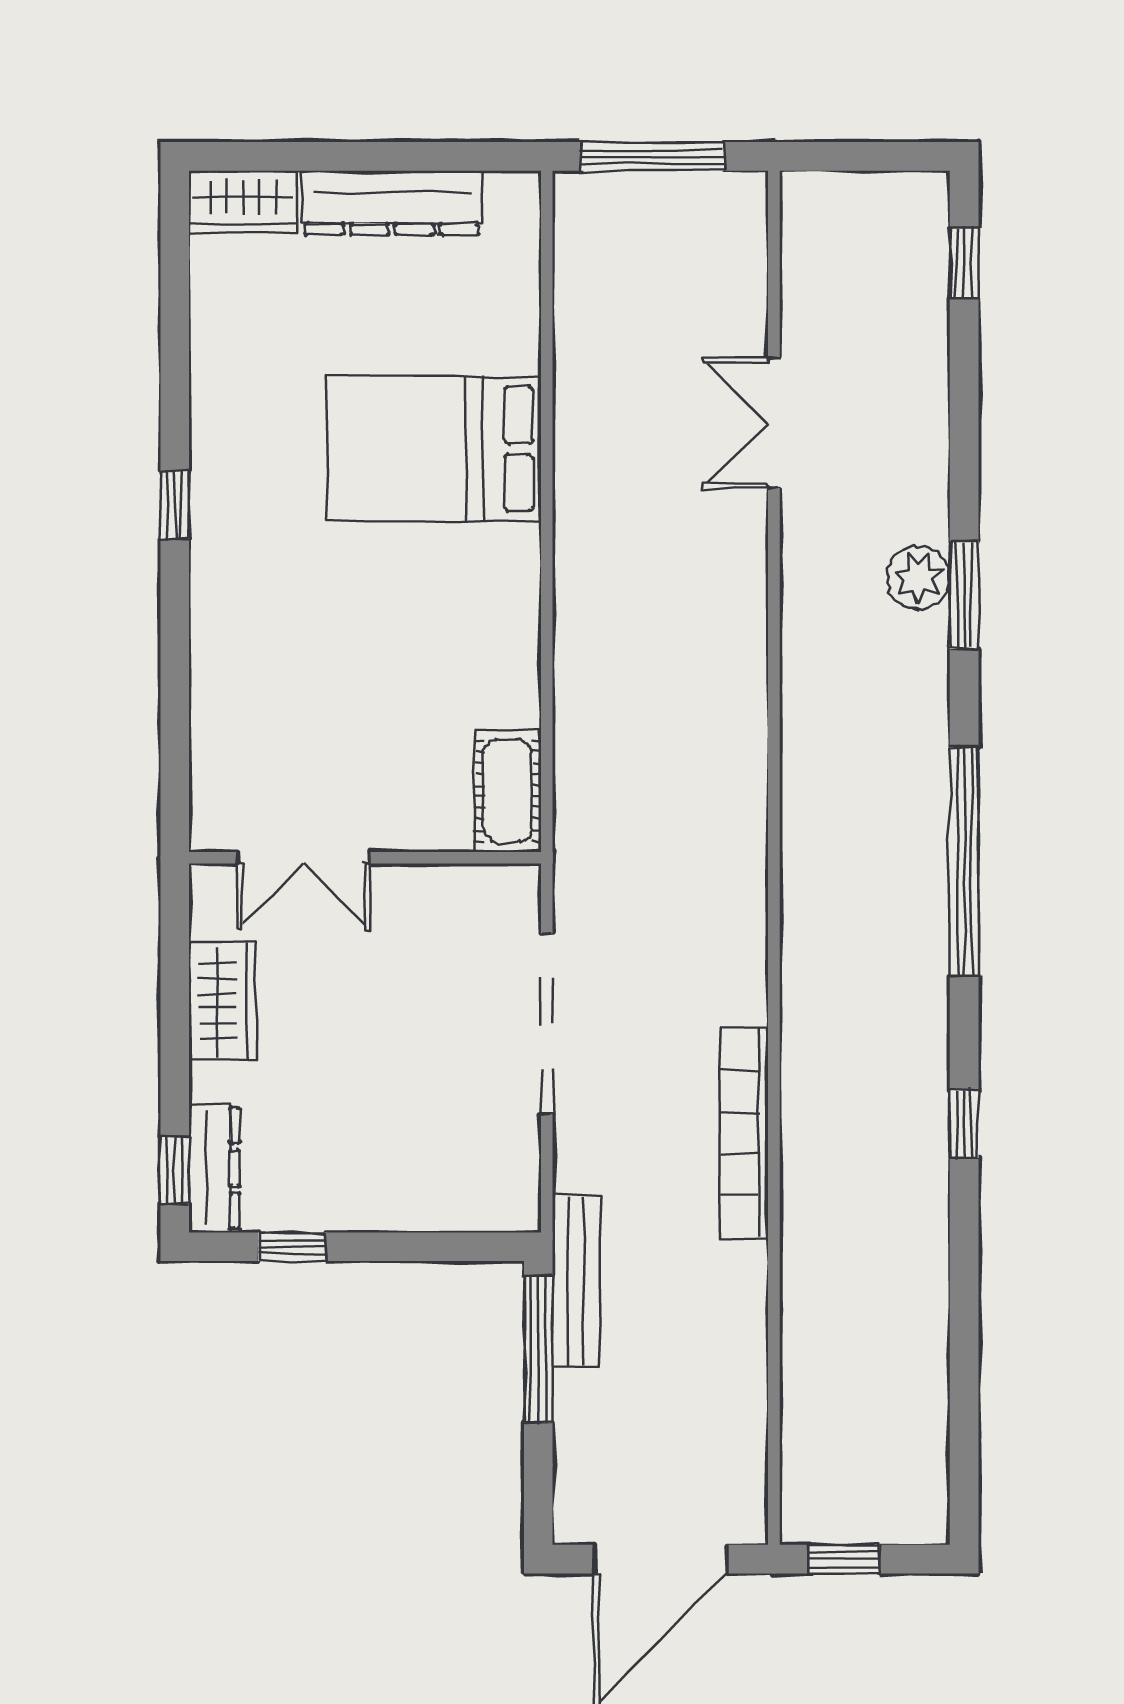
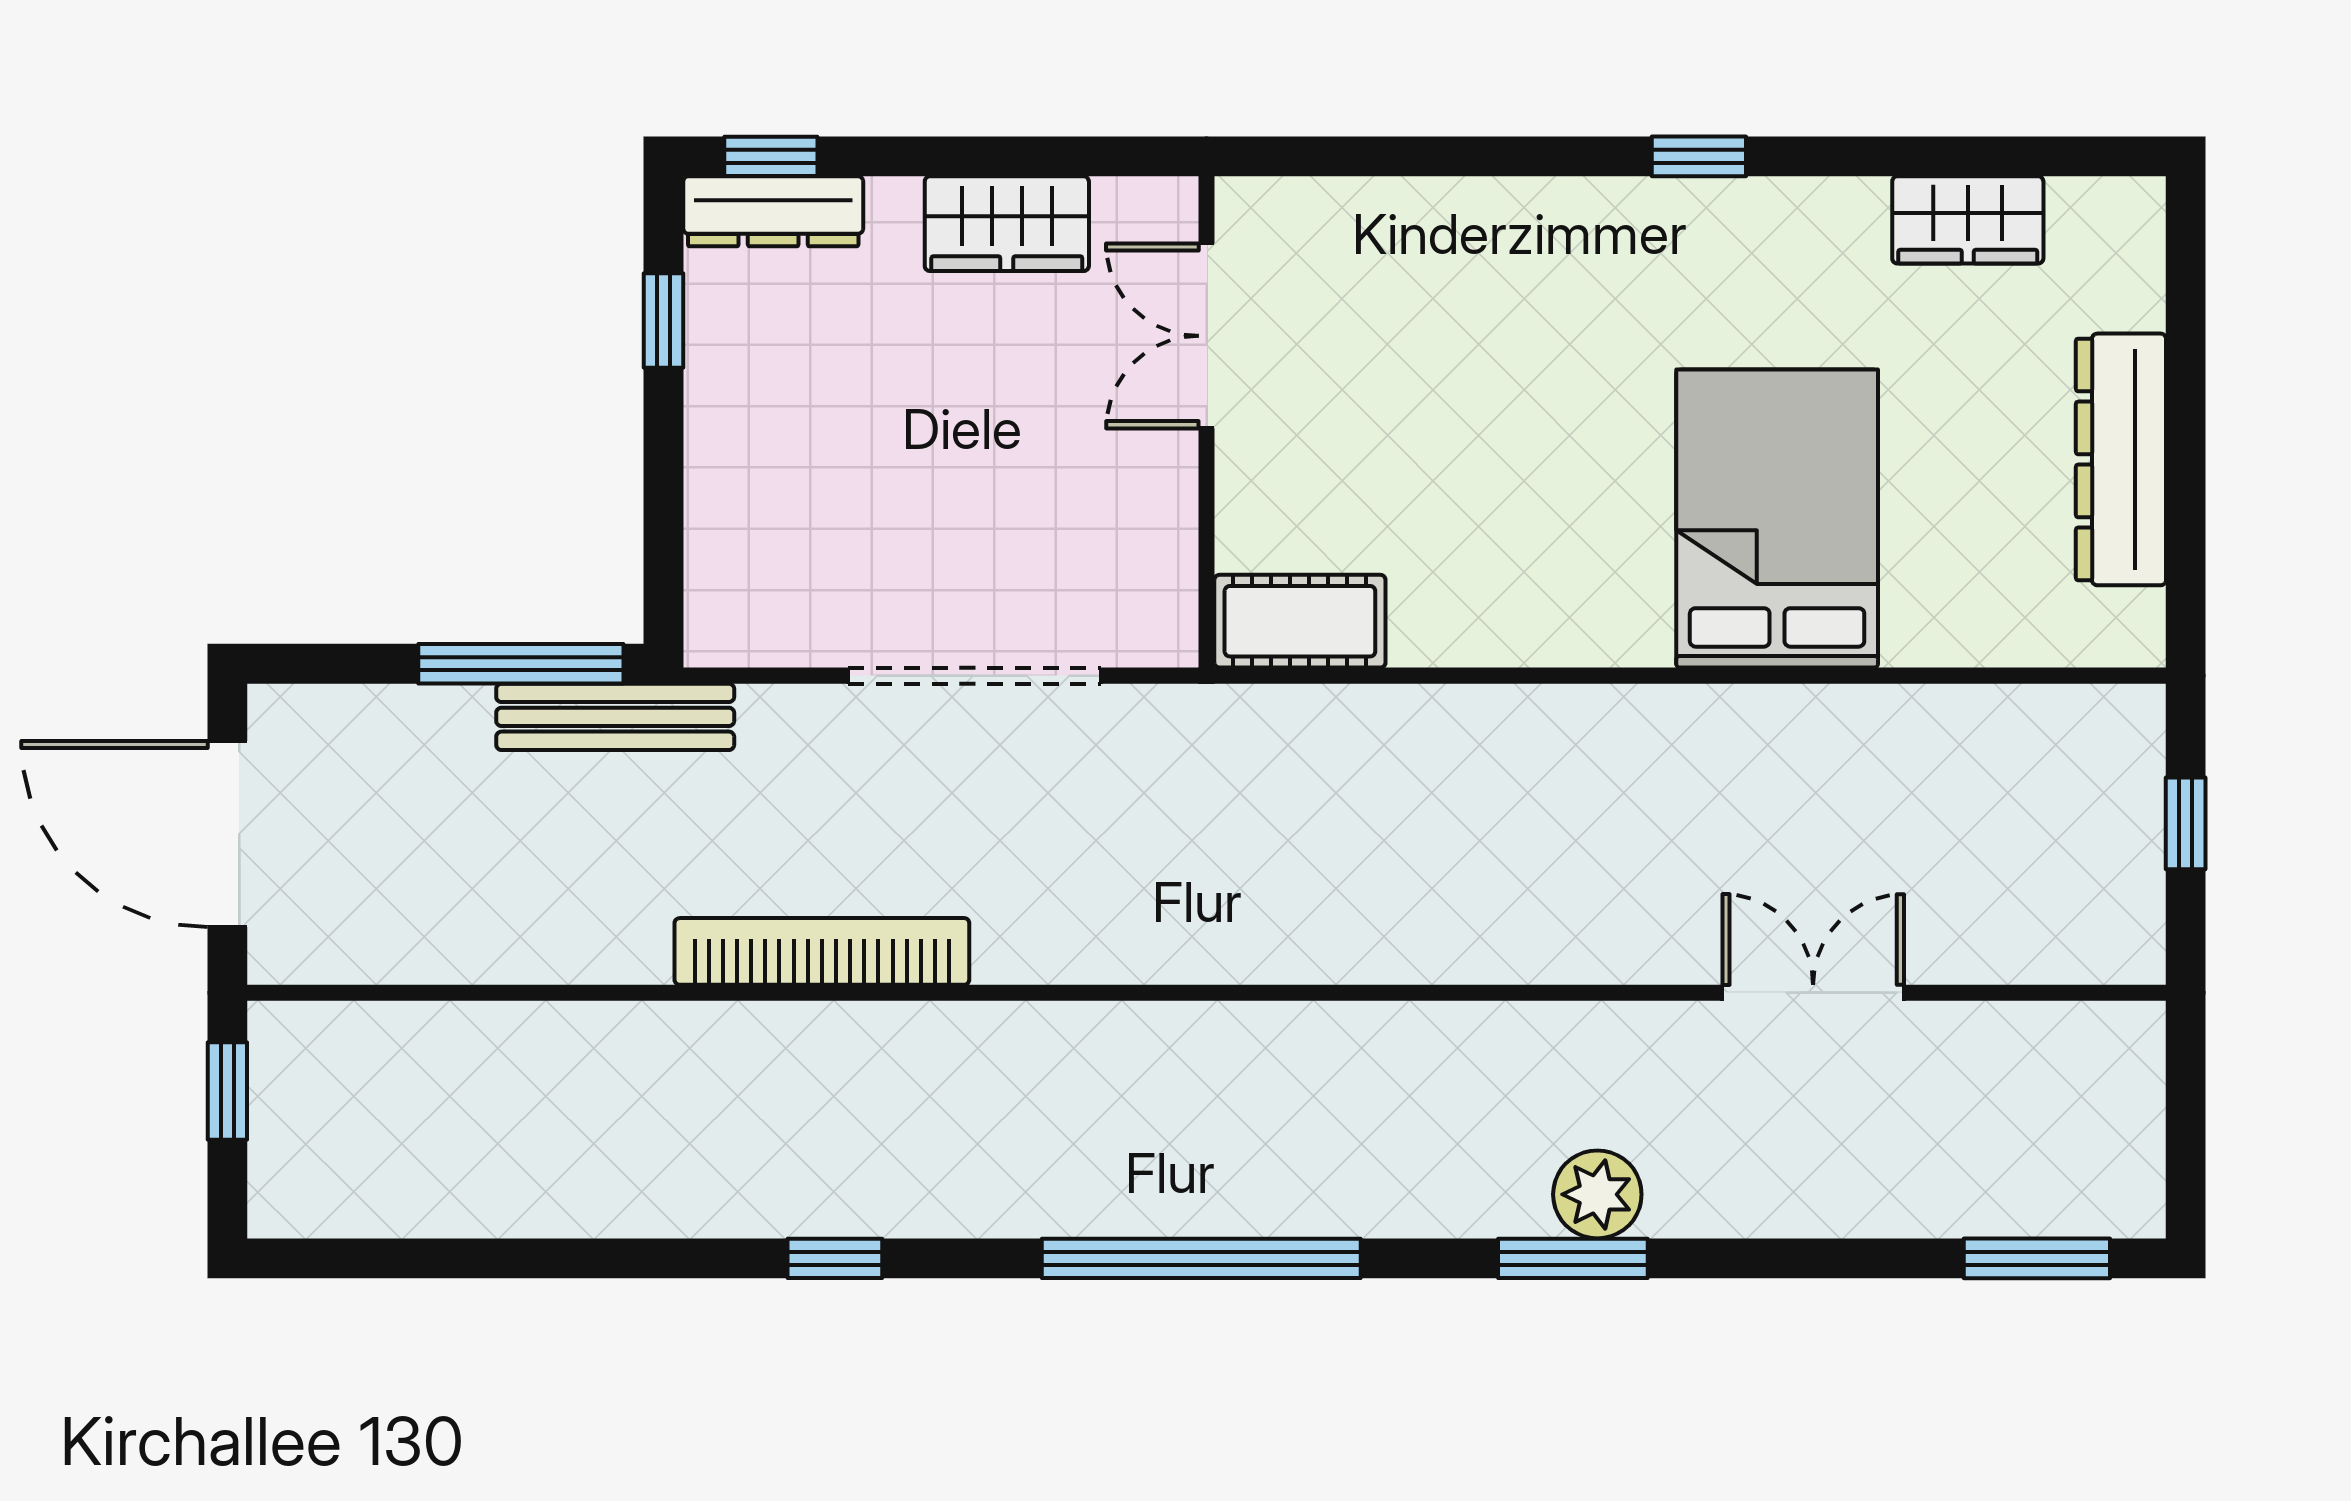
window: (653, 156) -> (2186, 823), width x0.46
wardrobe: (243, 202) -> (1968, 220), moved, turned -90
window: (964, 263) -> (2037, 1258), width x1.50

